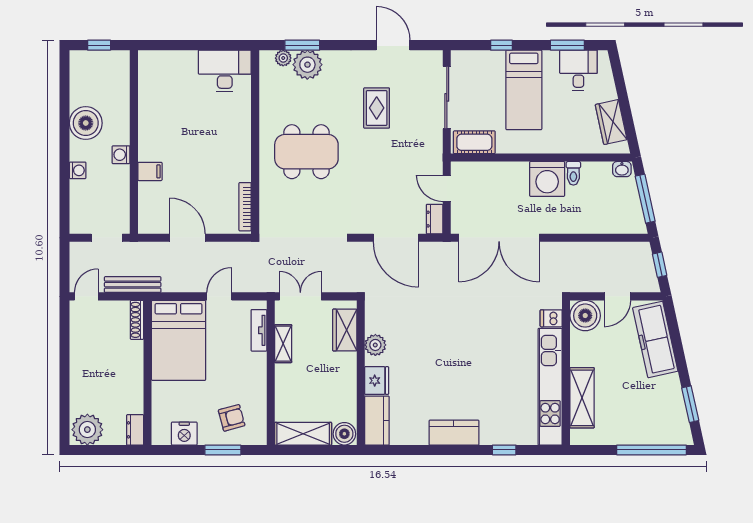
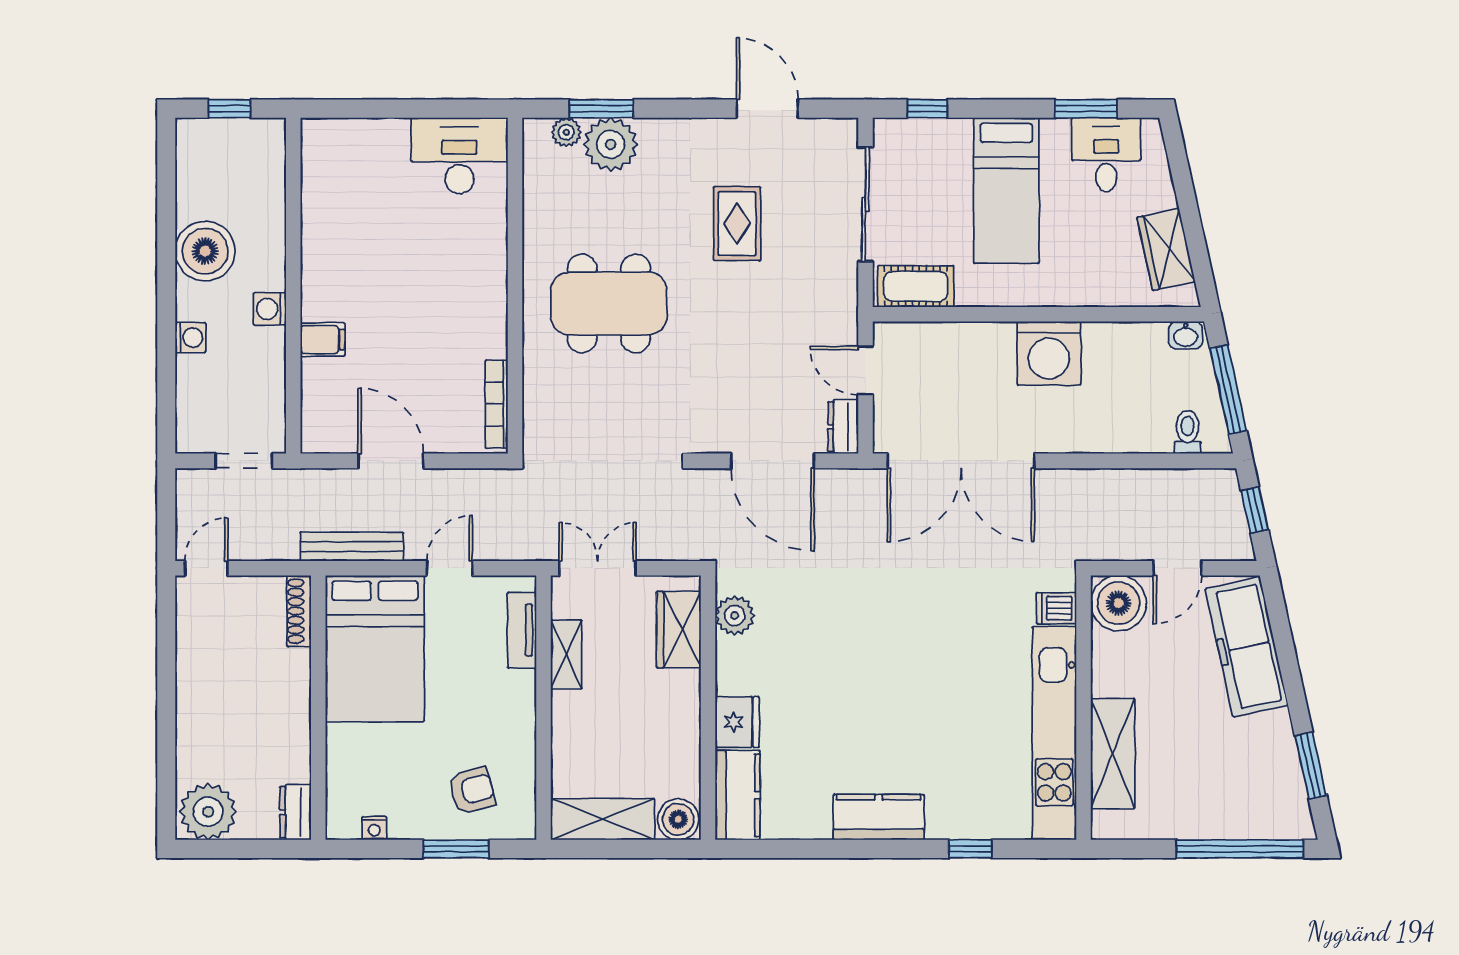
window: (501, 45) -> (927, 109), moved
toilet: (573, 173) -> (1188, 432), moved, turned 180
bench: (133, 285) -> (352, 547), moved
plant: (375, 345) -> (735, 615), moved
nightstand: (184, 434) -> (374, 828), width x0.53, depth x0.56

